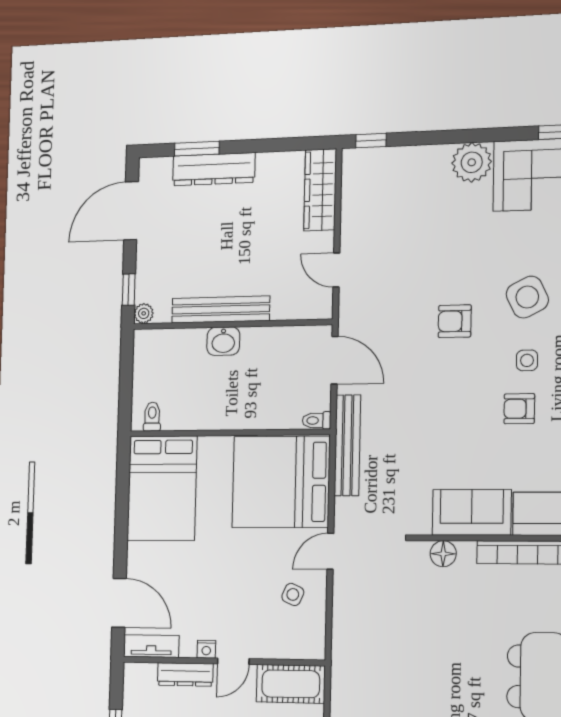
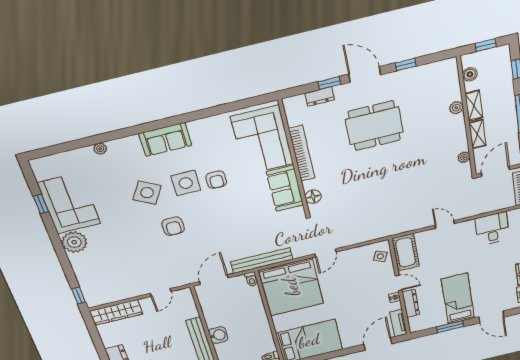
side table: (527, 297) -> (147, 193), turned -34
side table: (527, 360) -> (186, 183), width x1.87, depth x1.87
door: (330, 551) -> (325, 253), hinge flipped
side table: (293, 594) -> (380, 256), moved

